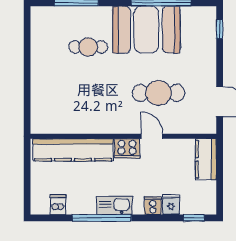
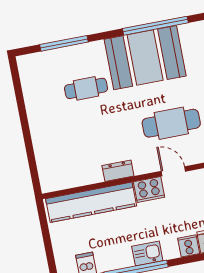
dresser: (103, 126) -> (118, 171), added
kitchen sink: (115, 205) -> (147, 253), width x0.73

